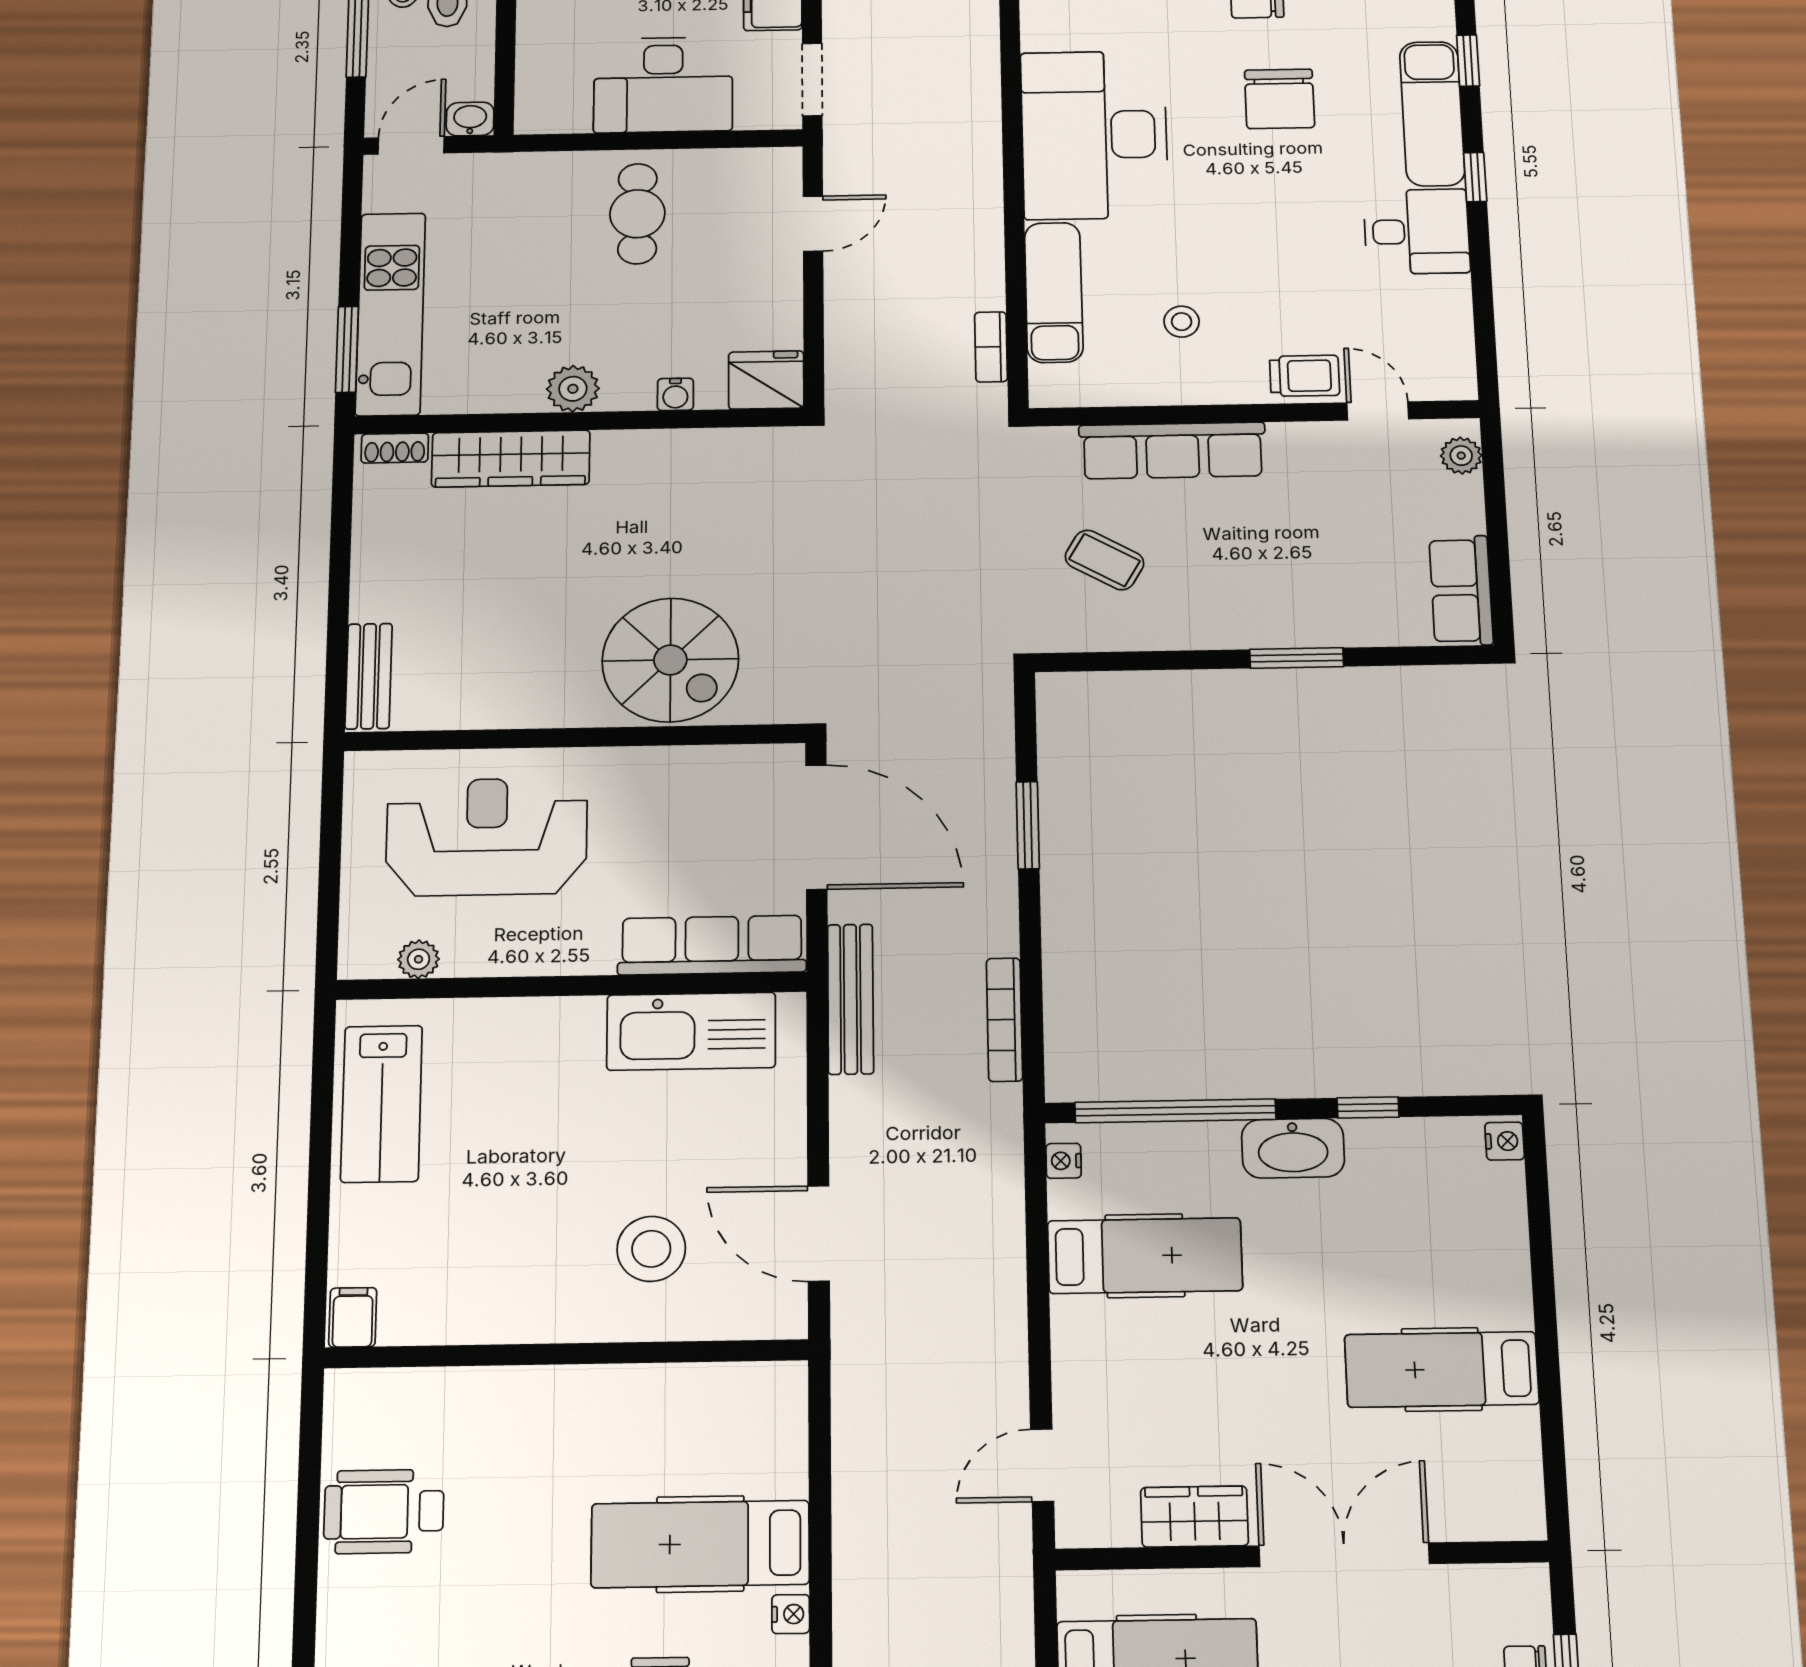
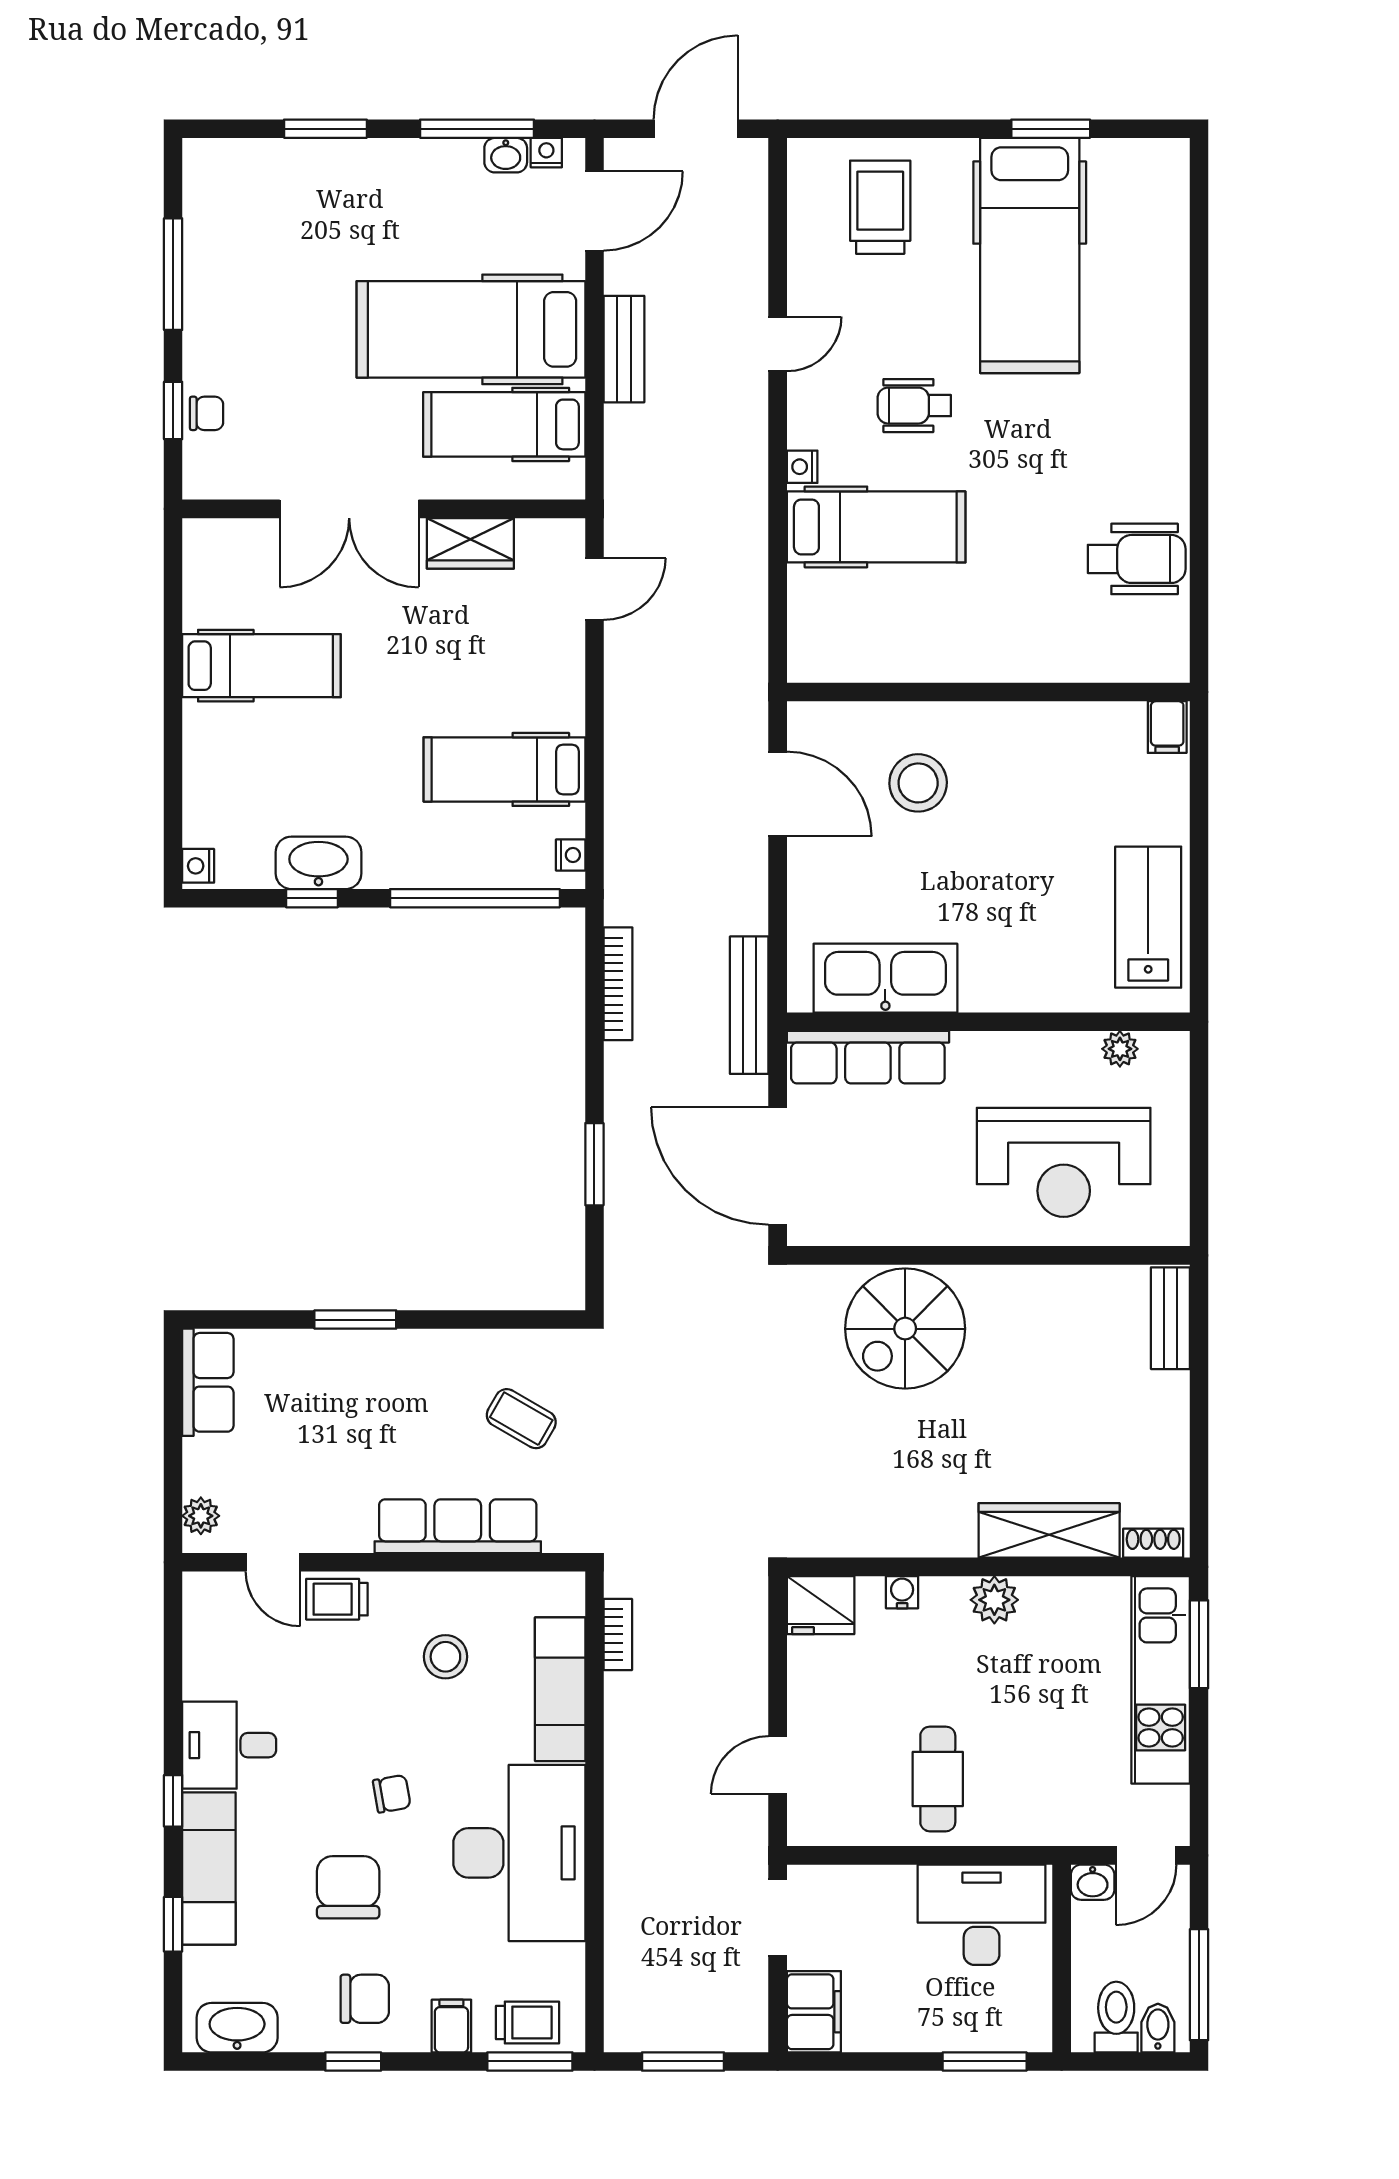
desk: (663, 85) -> (982, 1915), moved
chair: (1236, 188) -> (392, 1794), added
stool: (1182, 322) -> (445, 1657), width x1.37, depth x1.37
spiral stairs: (670, 660) -> (905, 1329), turned -90
washbasin: (1293, 1148) -> (318, 863), moved

